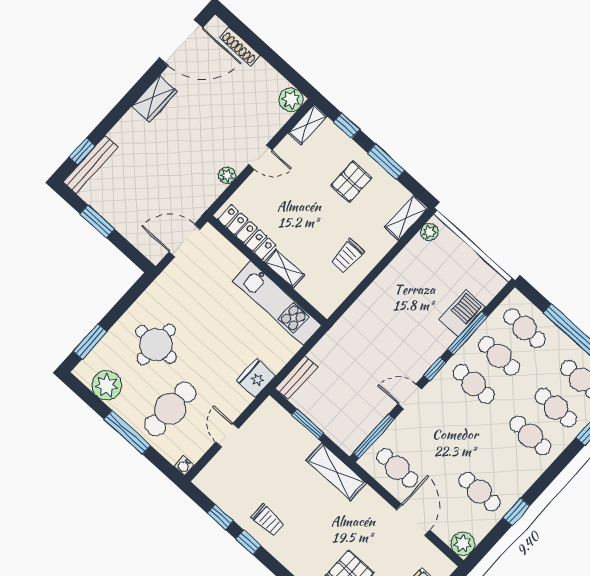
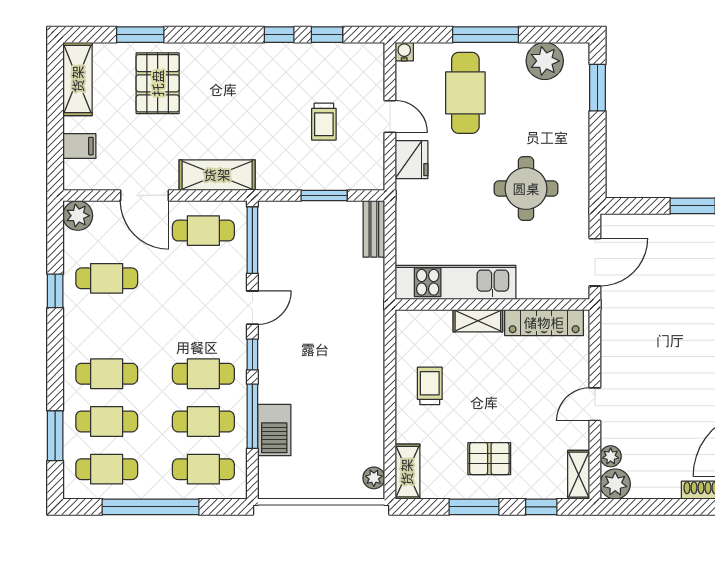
plant: (227, 175) -> (611, 456), moved
pallet: (351, 182) -> (489, 459), turned 90
round table: (156, 344) -> (526, 189), moved
fridge: (256, 378) -> (411, 160), moved
shelving: (336, 472) -> (217, 175), moved
trolley: (268, 520) -> (324, 122), moved, turned -90

